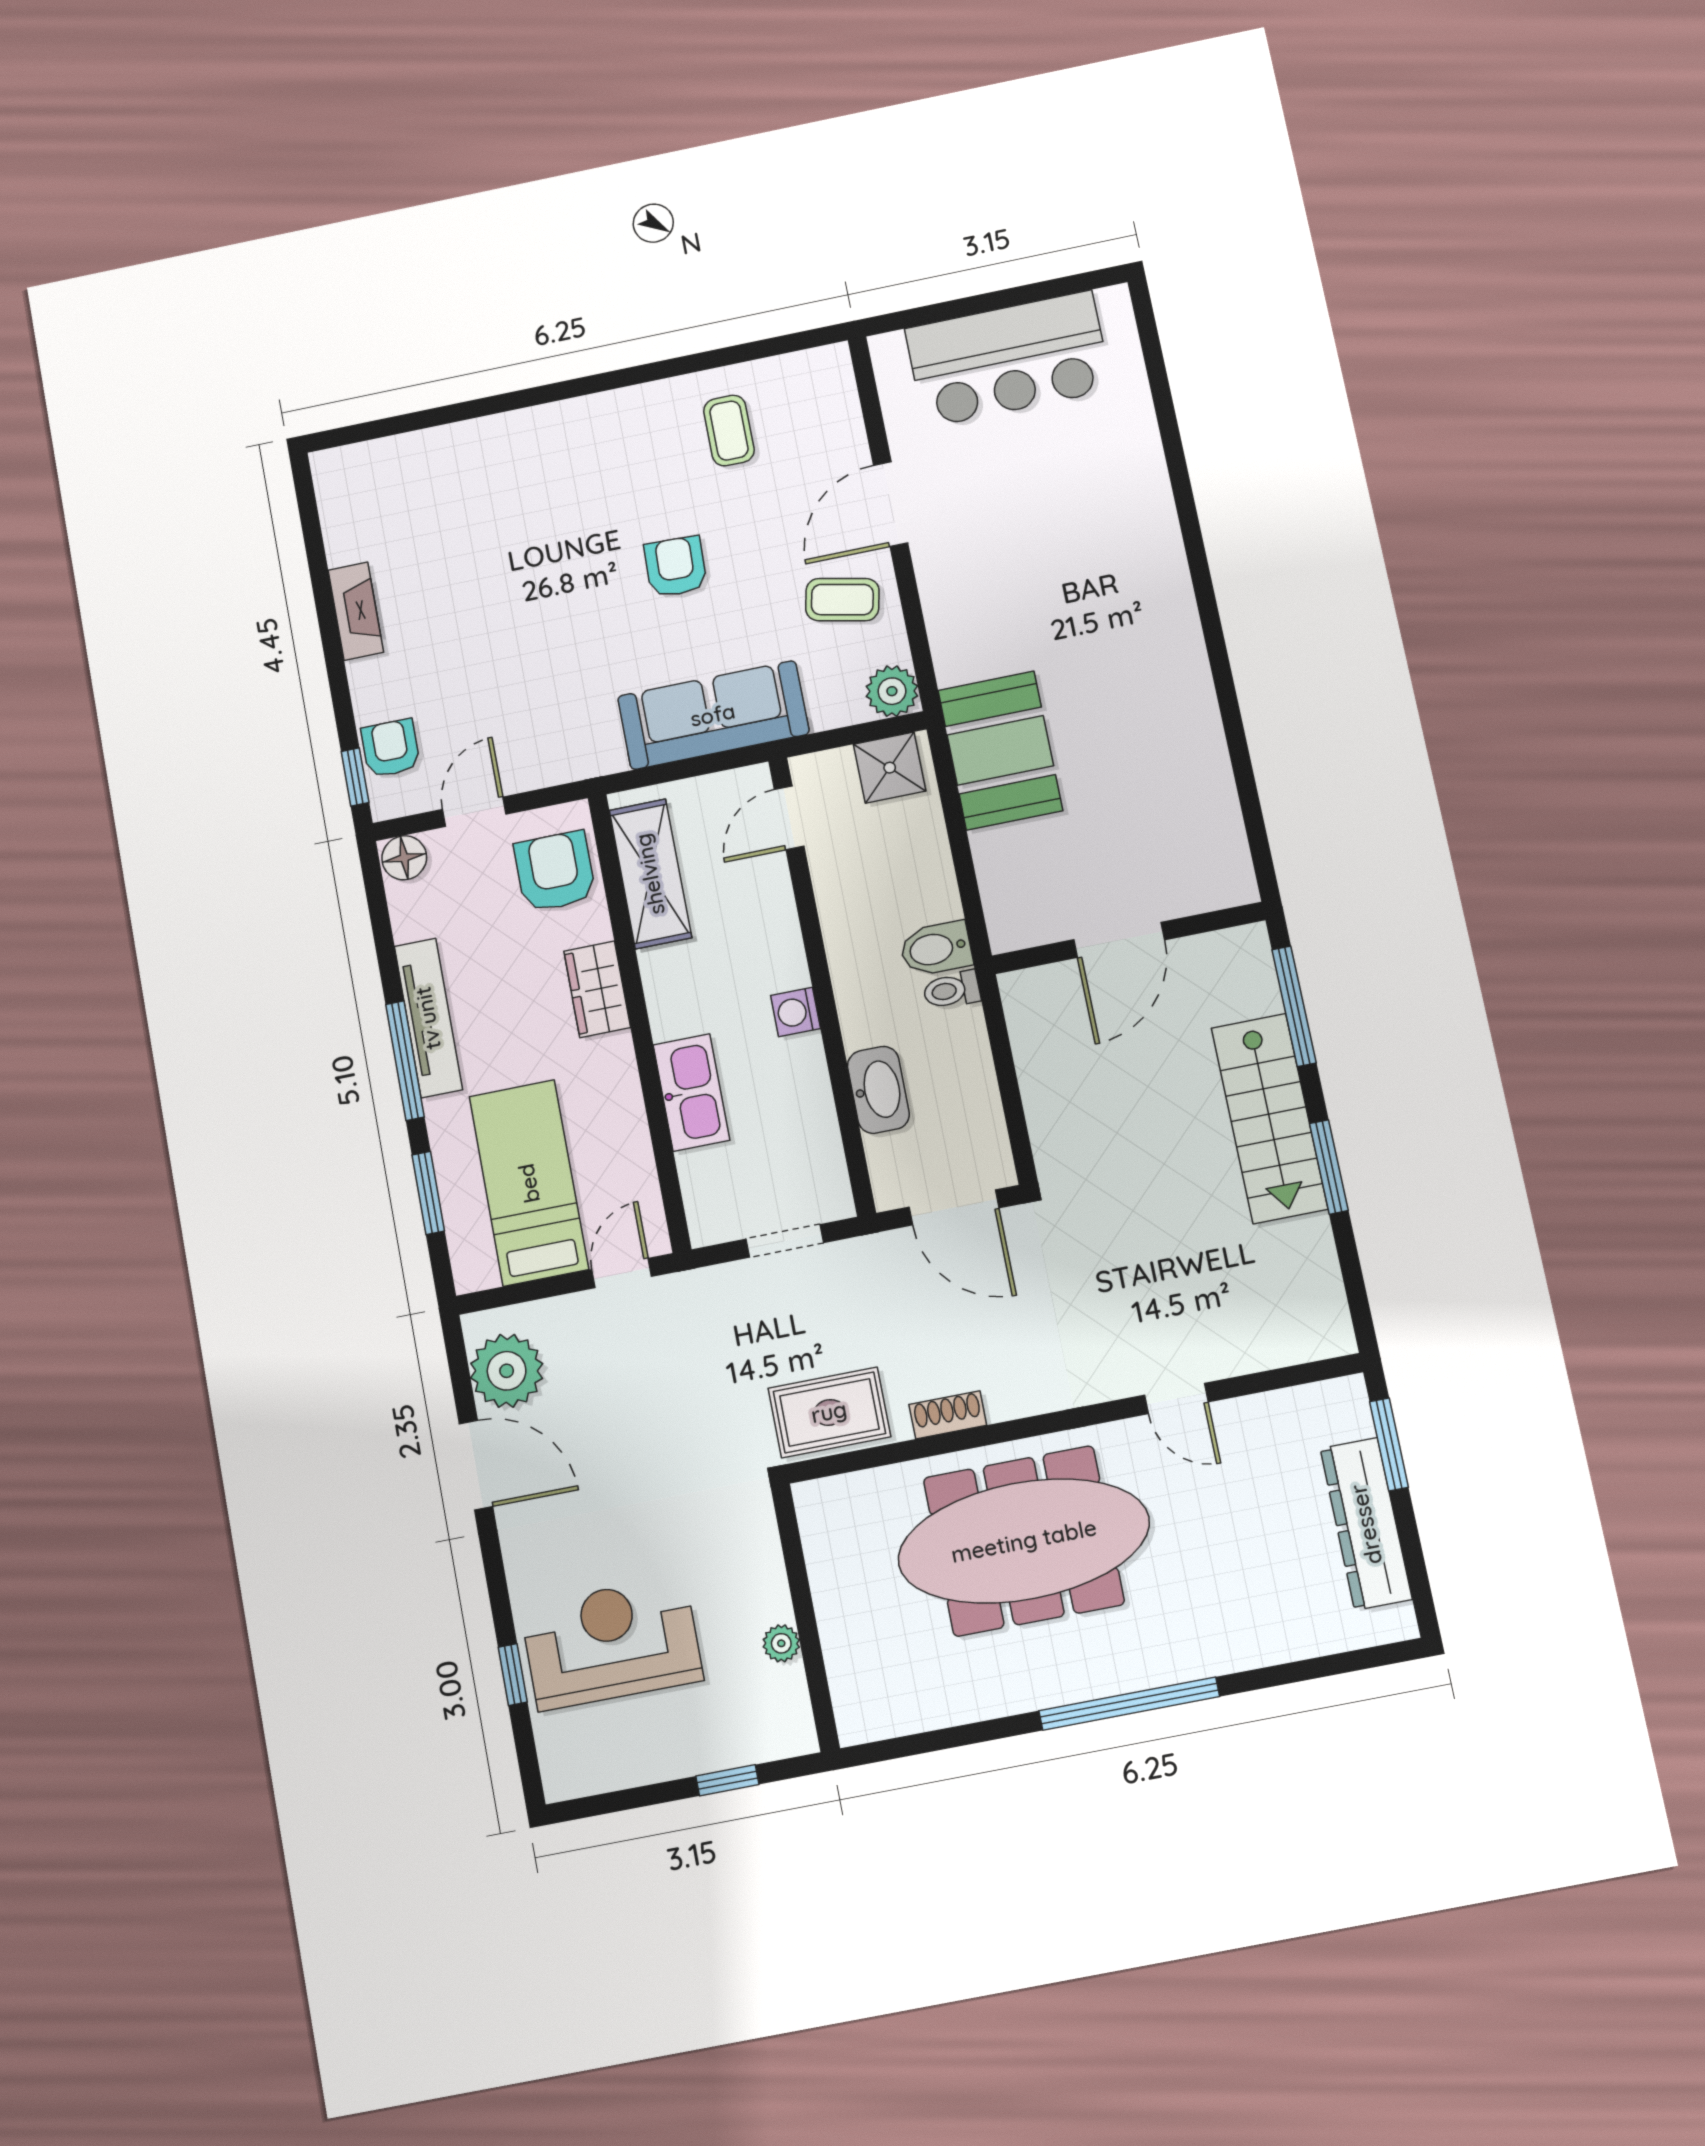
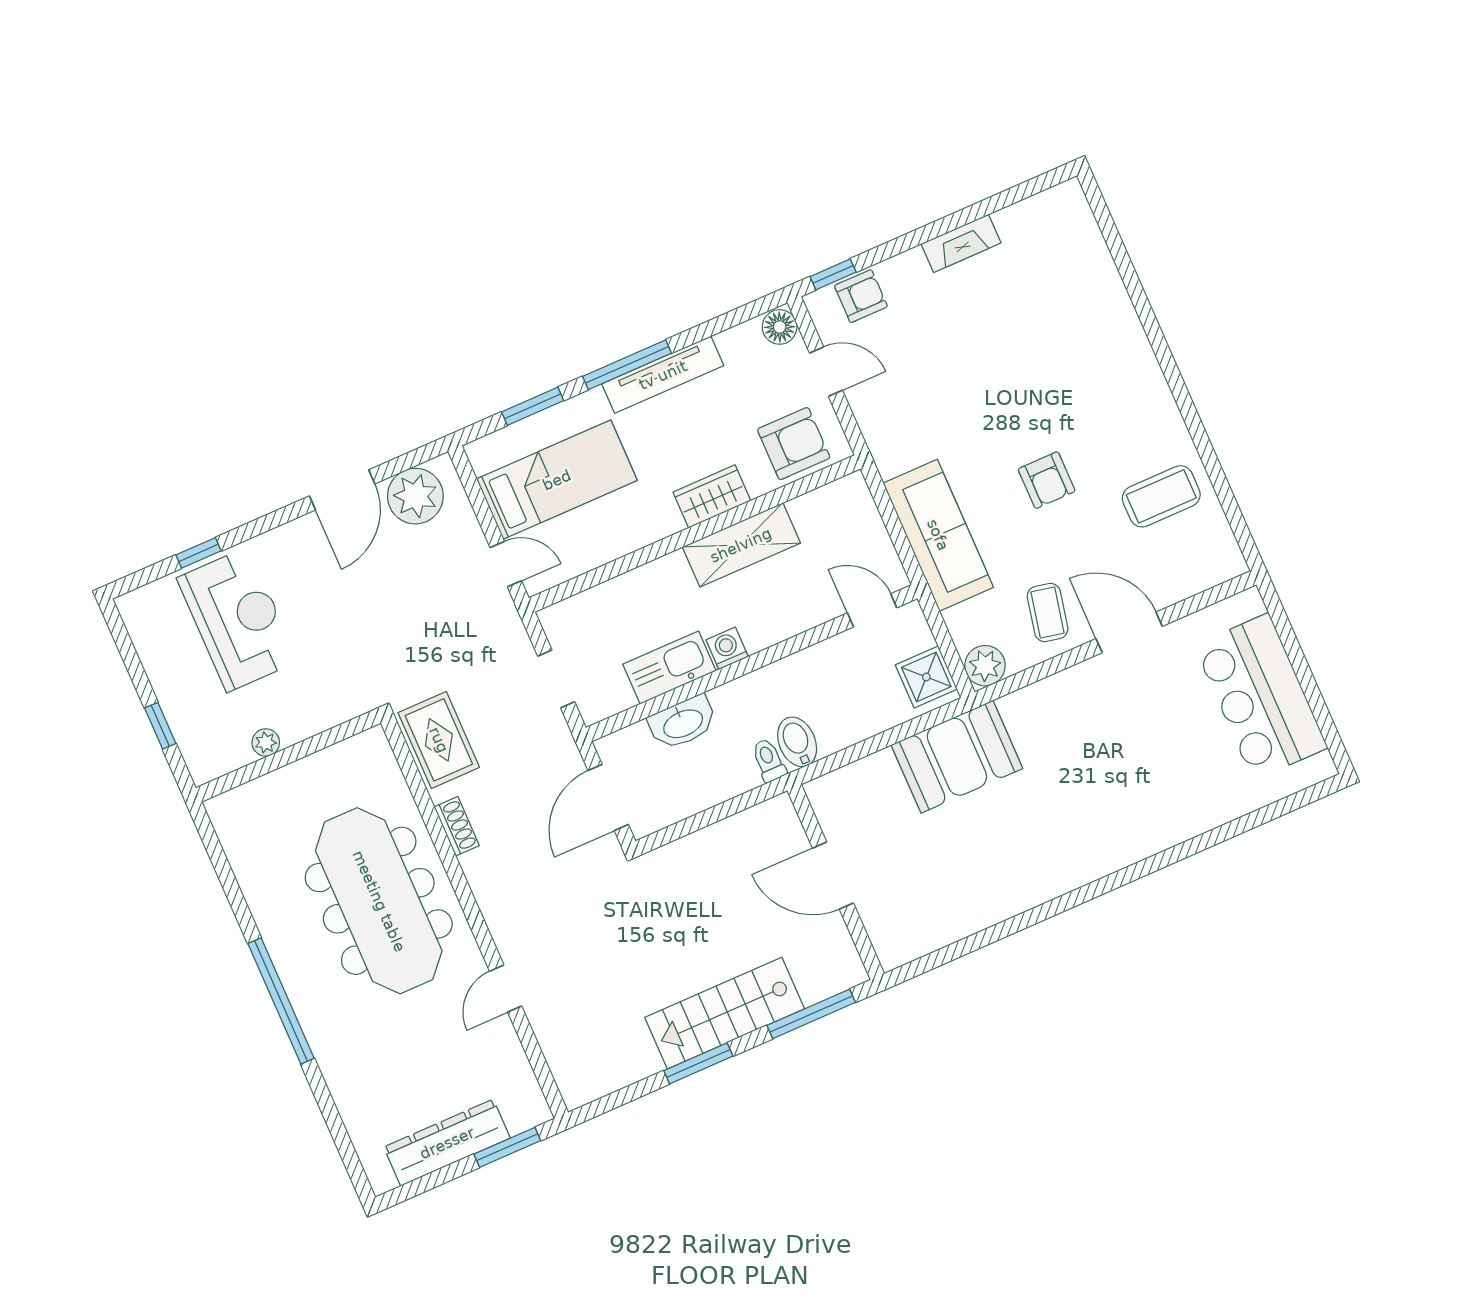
coffee table: (729, 431) -> (1161, 496), width x1.36, depth x1.30
armchair: (676, 567) -> (1047, 480), turned 88
shelving: (650, 874) -> (741, 545), moved
kitchen sink: (691, 1093) -> (669, 667), moved, turned 180

